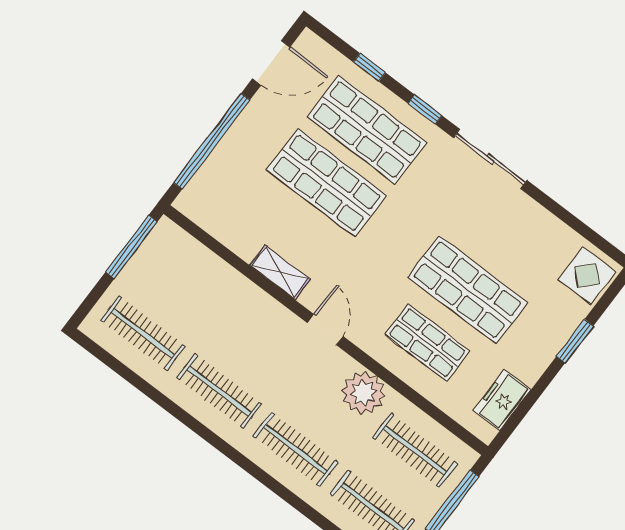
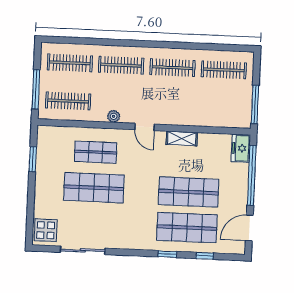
sliding door: (490, 159) -> (83, 250), moved
window: (575, 341) -> (33, 159), moved
plant: (363, 393) -> (114, 116), width x0.53, depth x0.53
freezer: (502, 400) -> (241, 148), moved, turned 180

